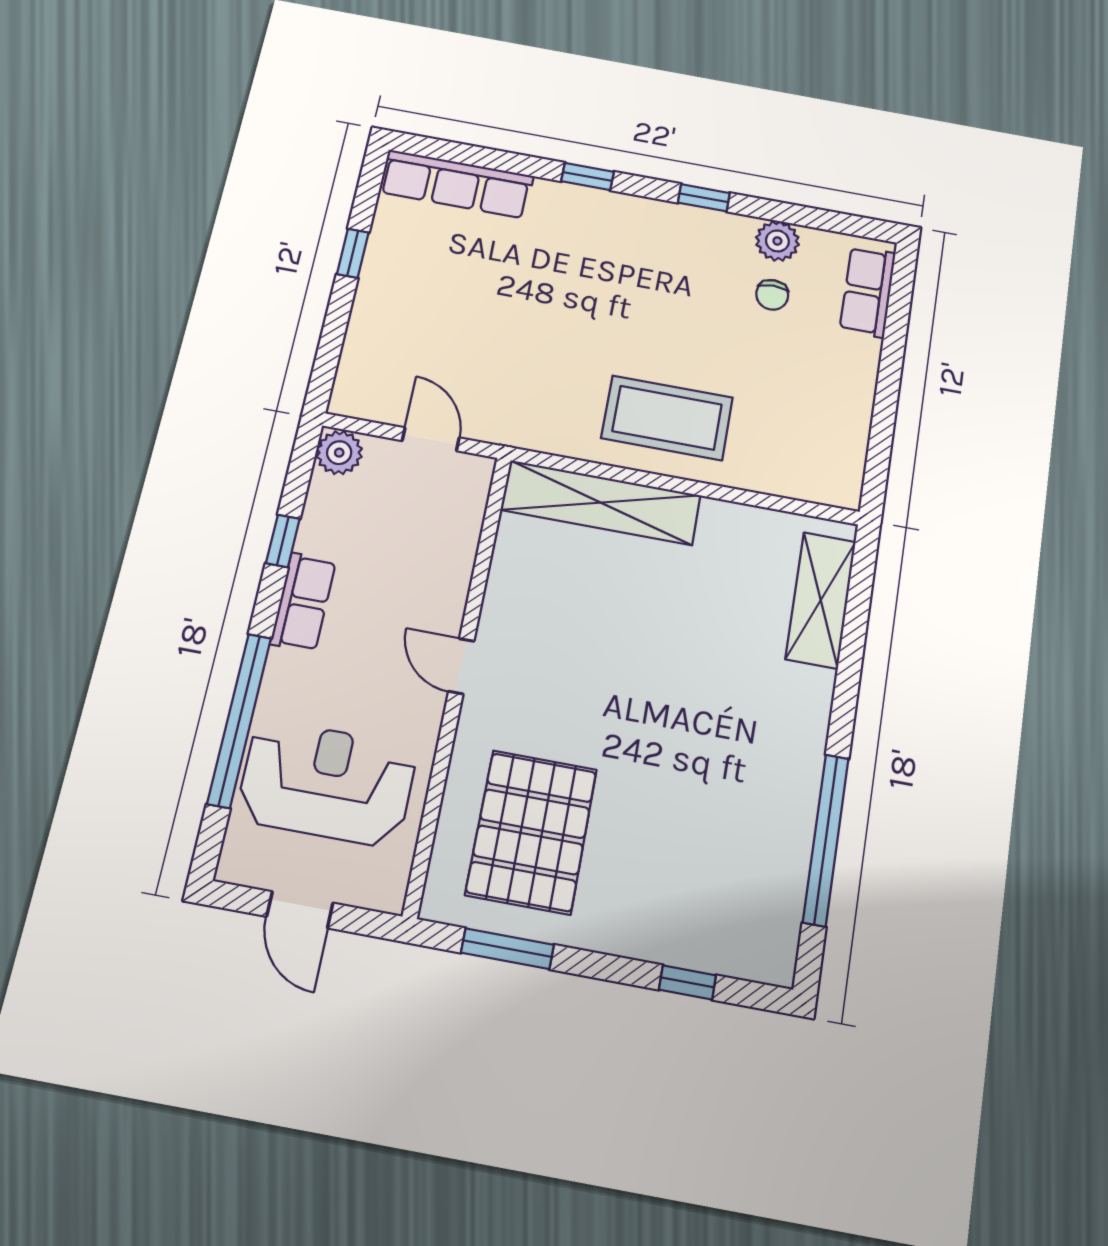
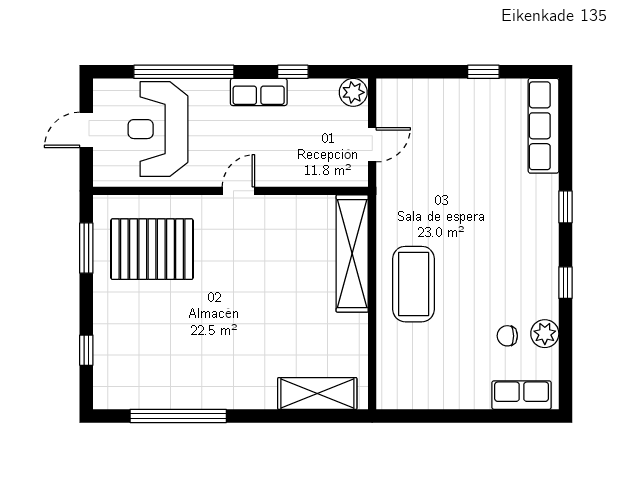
reception desk: (327, 783) -> (158, 129), turned 180

